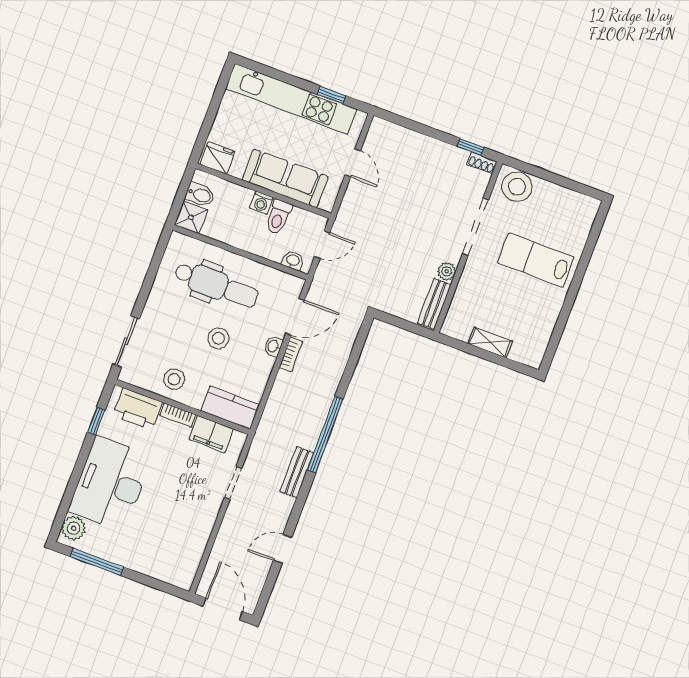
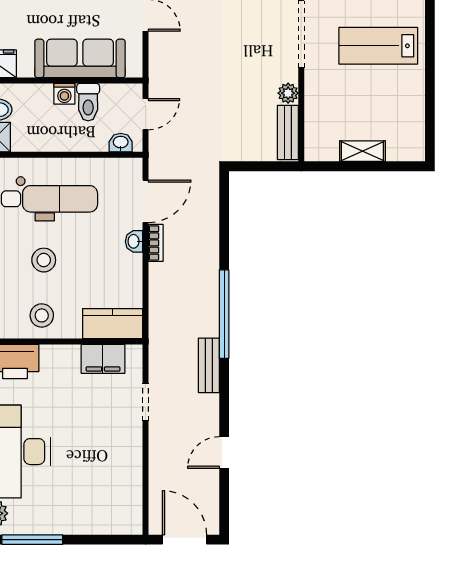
stool: (218, 338) -> (44, 260), moved
bookcase: (178, 415) -> (60, 352), removed

